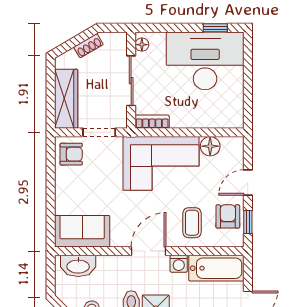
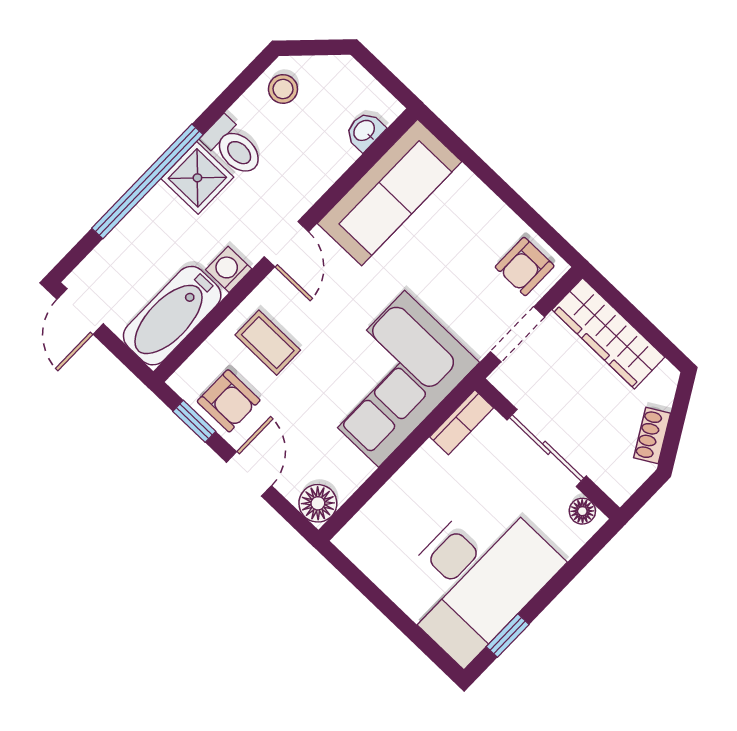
floor lamp: (210, 146) -> (318, 503), moved
sofa: (82, 231) -> (390, 192), width x1.36
door: (149, 251) -> (286, 244), width x0.73
washbasin: (78, 266) -> (365, 131), width x0.52, depth x0.69

